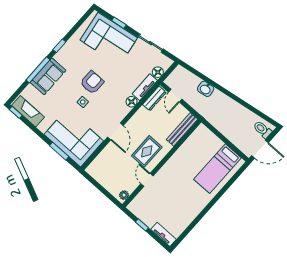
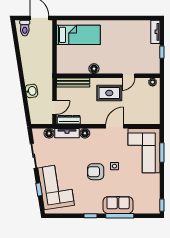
fireplace: (28, 111) -> (154, 198), removed
floor lamp: (178, 157) -> (94, 69), added

